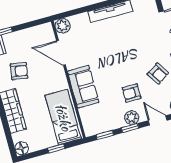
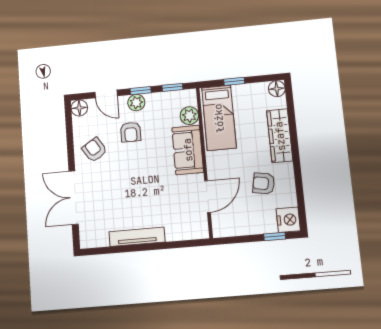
plant: (63, 26) -> (189, 116), moved
door: (61, 53) -> (207, 197), hinge flipped
armchair: (132, 93) -> (131, 132), turned 90

